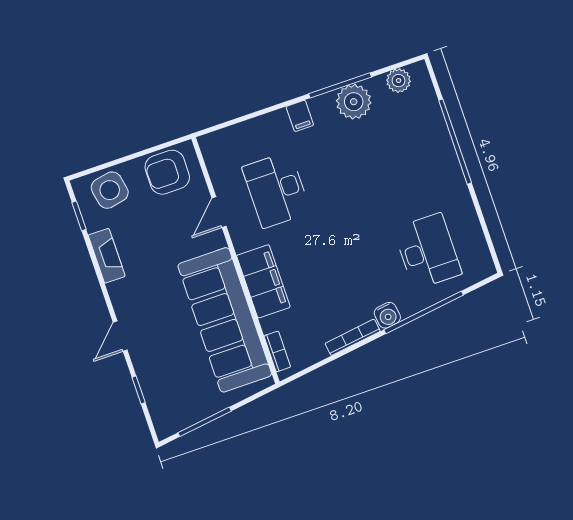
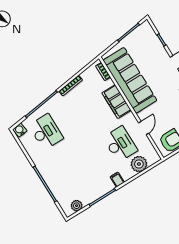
plant: (354, 102) -> (139, 164), moved
desk: (428, 251) -> (46, 132), turned 180
water cooler: (387, 315) -> (20, 130), moved

